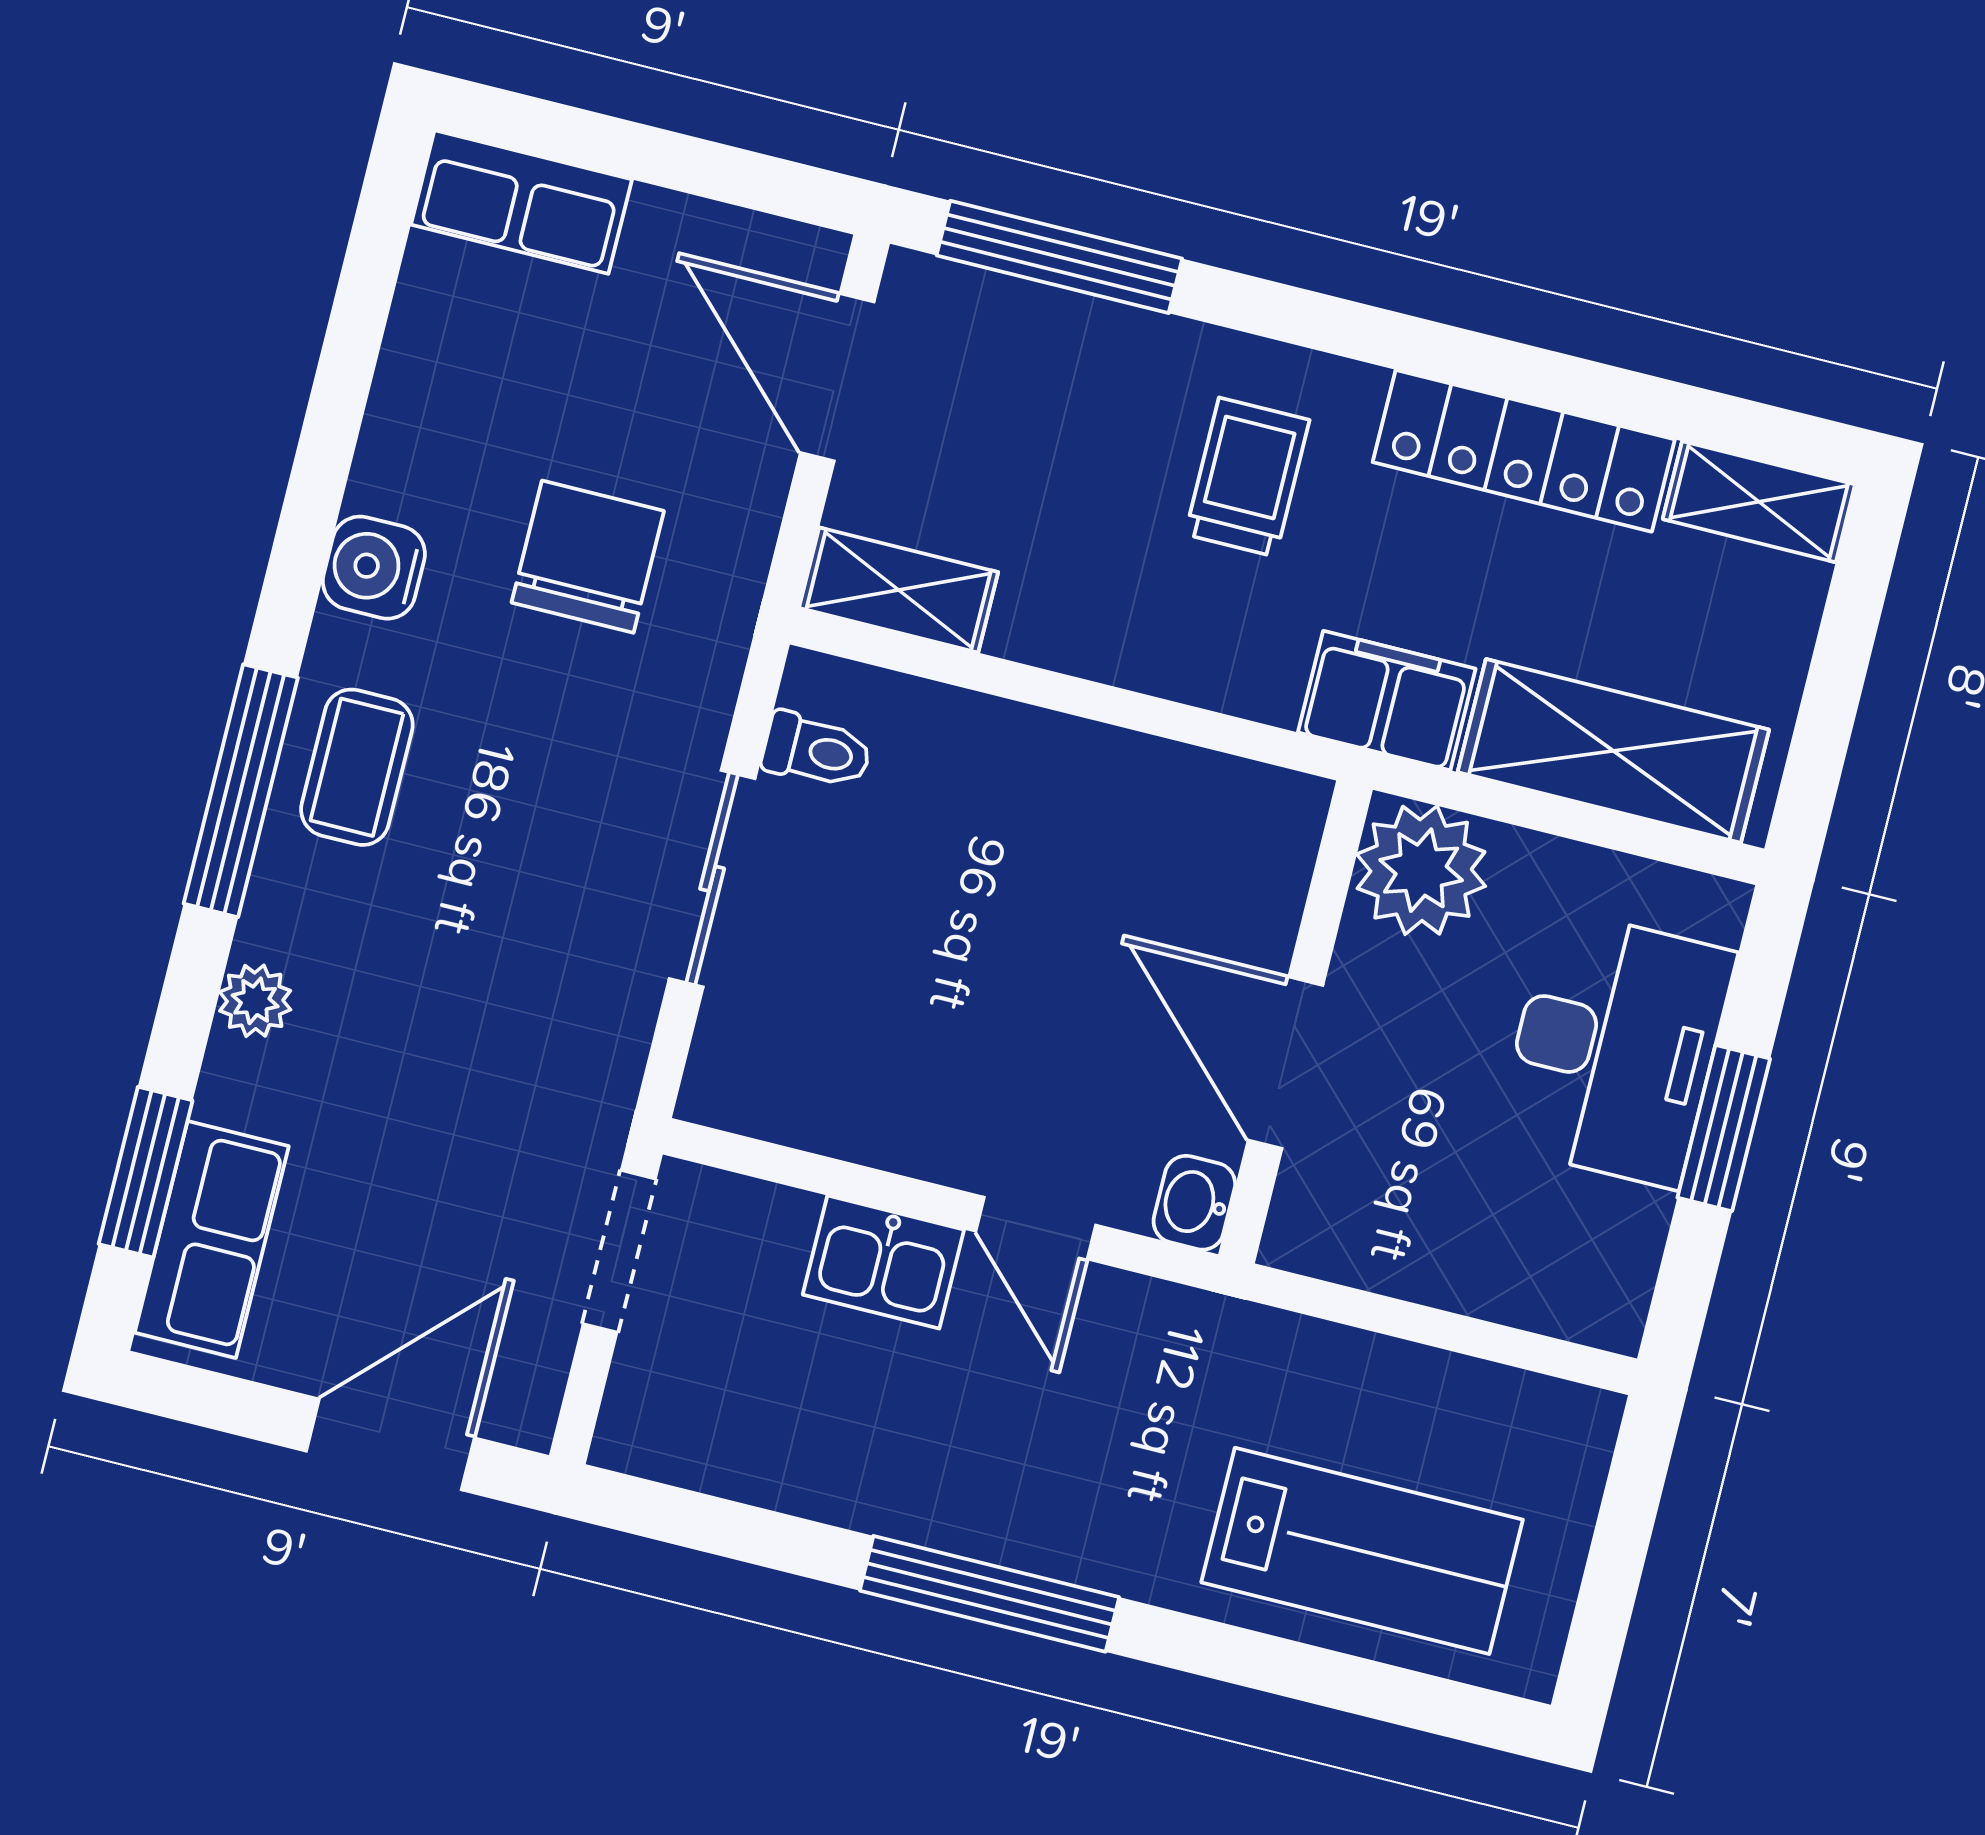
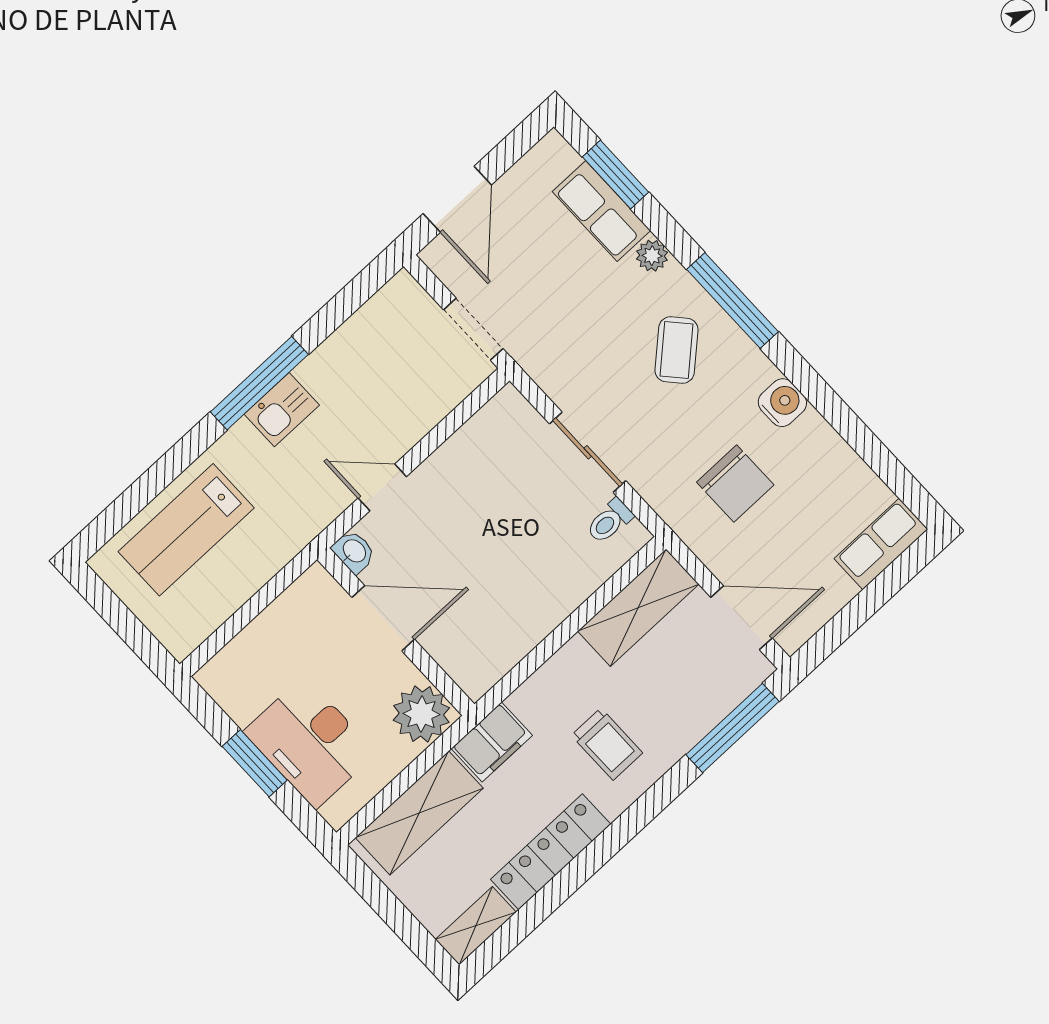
shelving: (899, 590) -> (638, 608), width x1.50, depth x1.33
coffee table: (357, 767) -> (677, 350), moved, turned 48
row of seats: (212, 1239) -> (601, 211), moved
kitchen sink: (883, 1262) -> (282, 410), moved, turned 180

